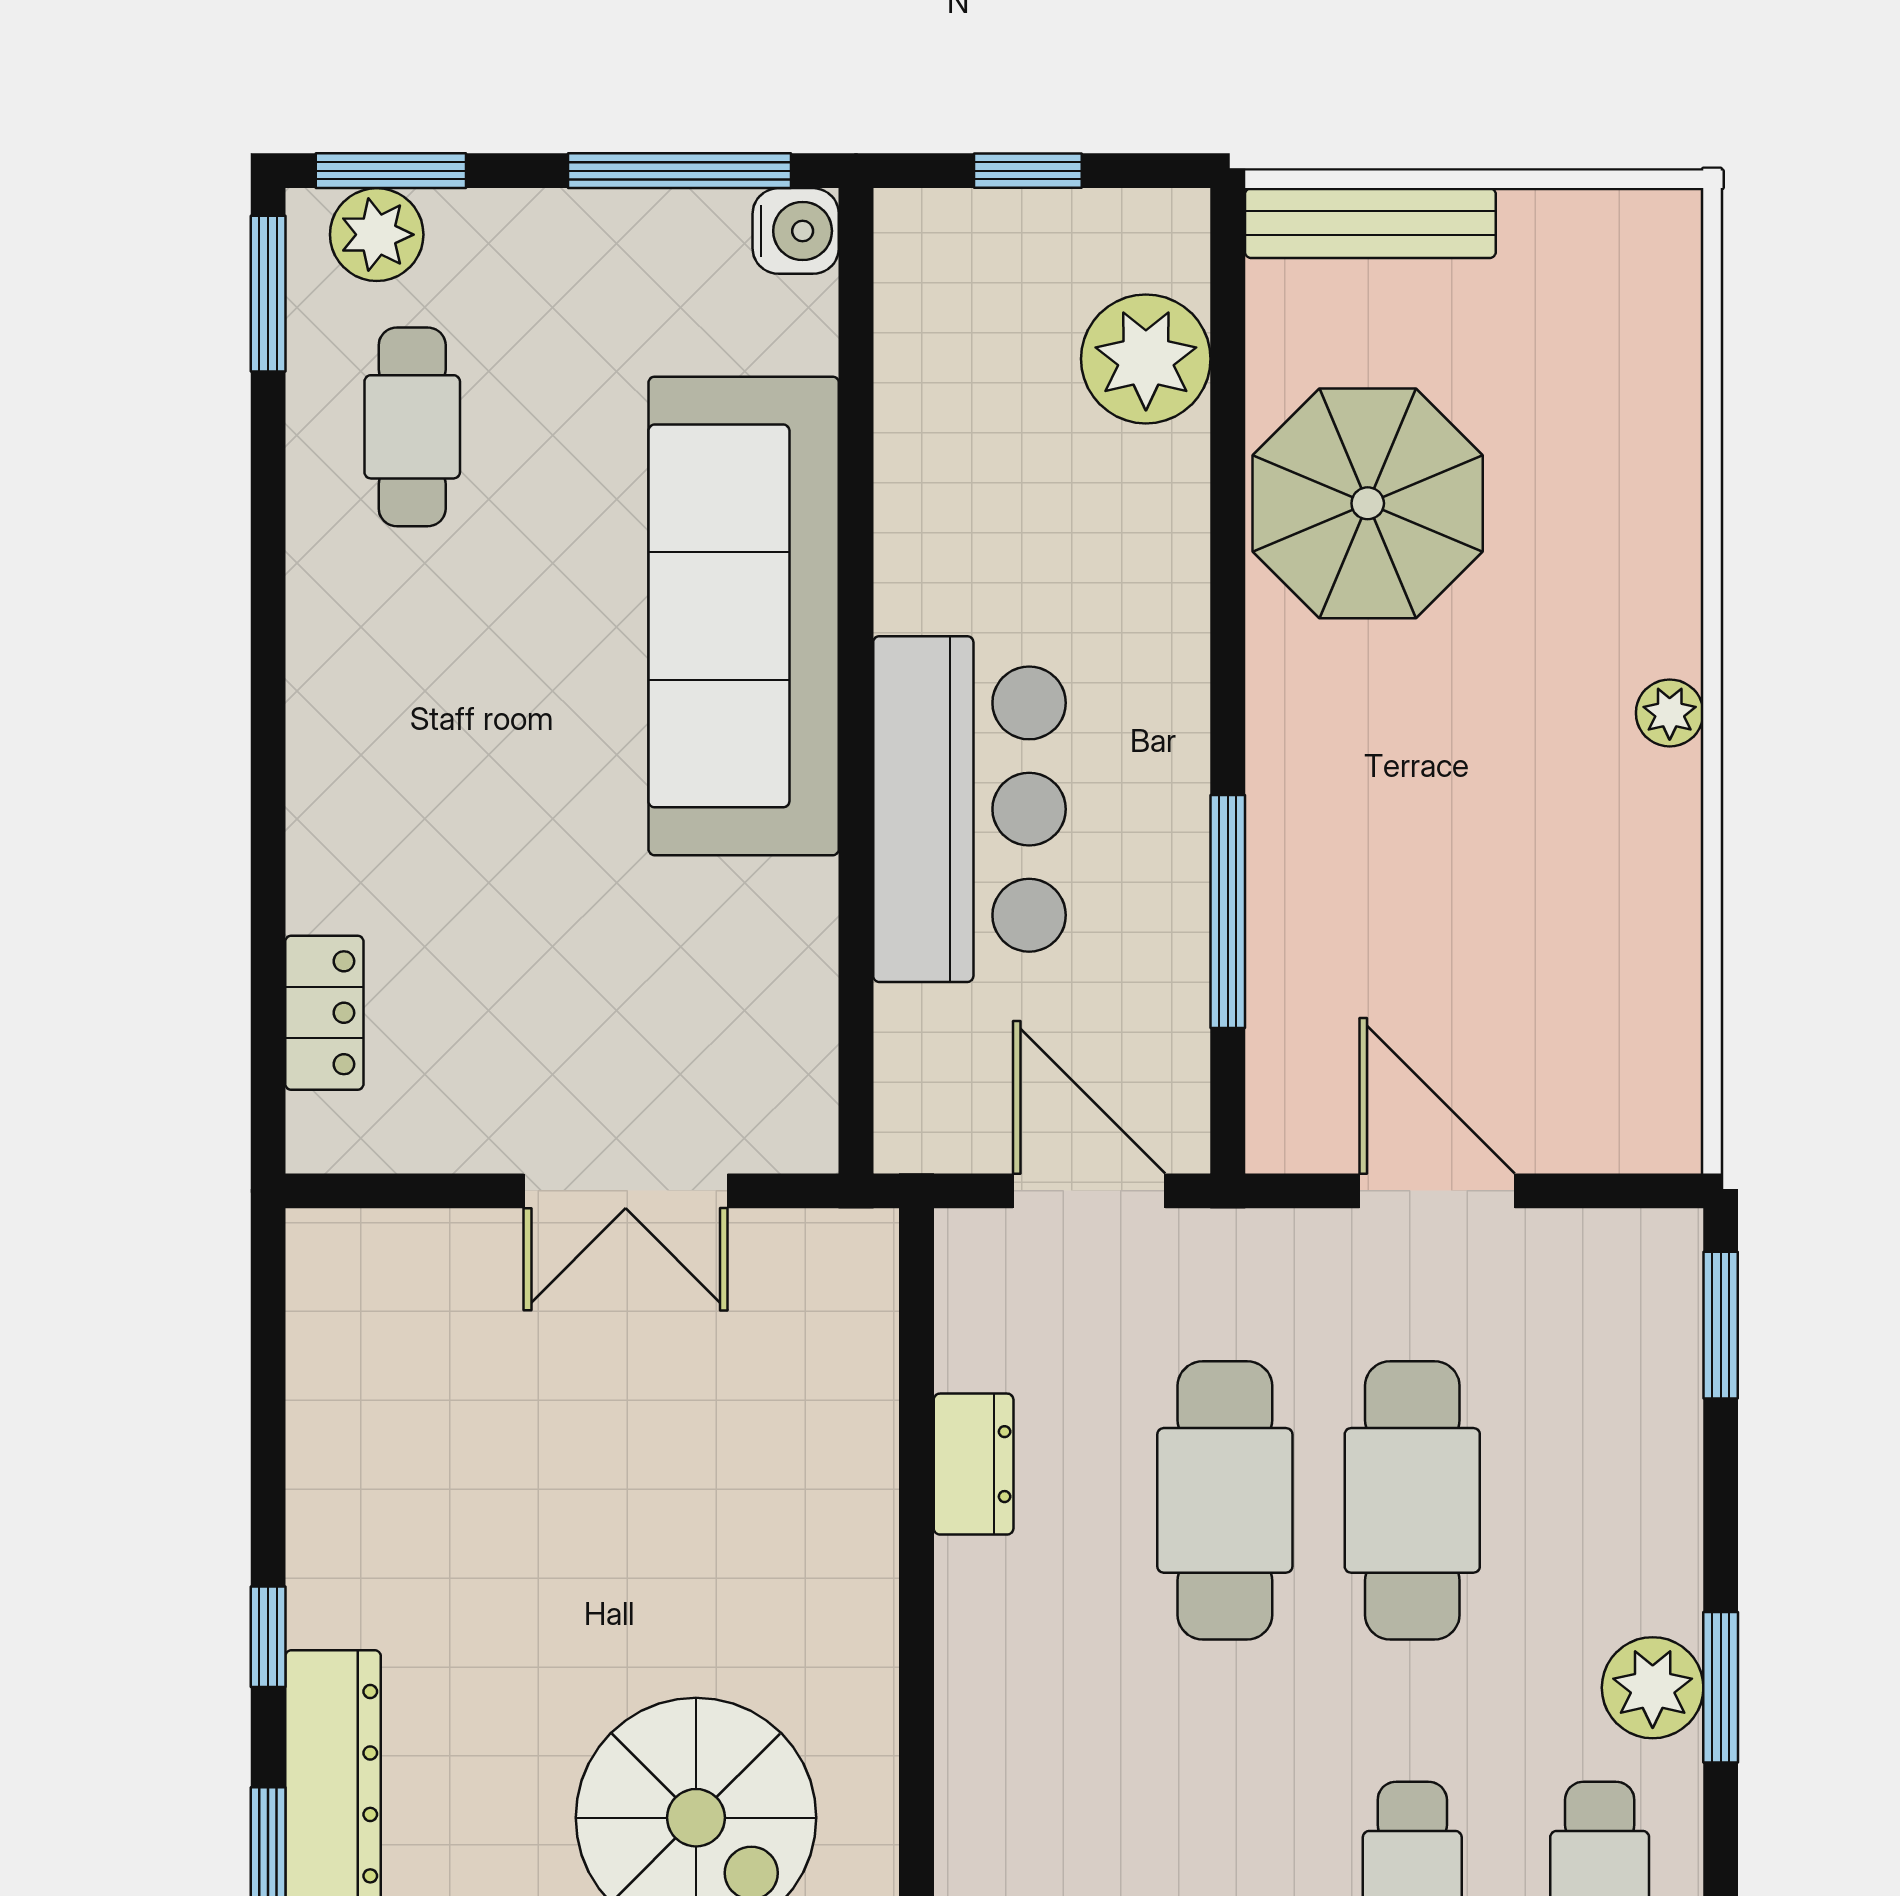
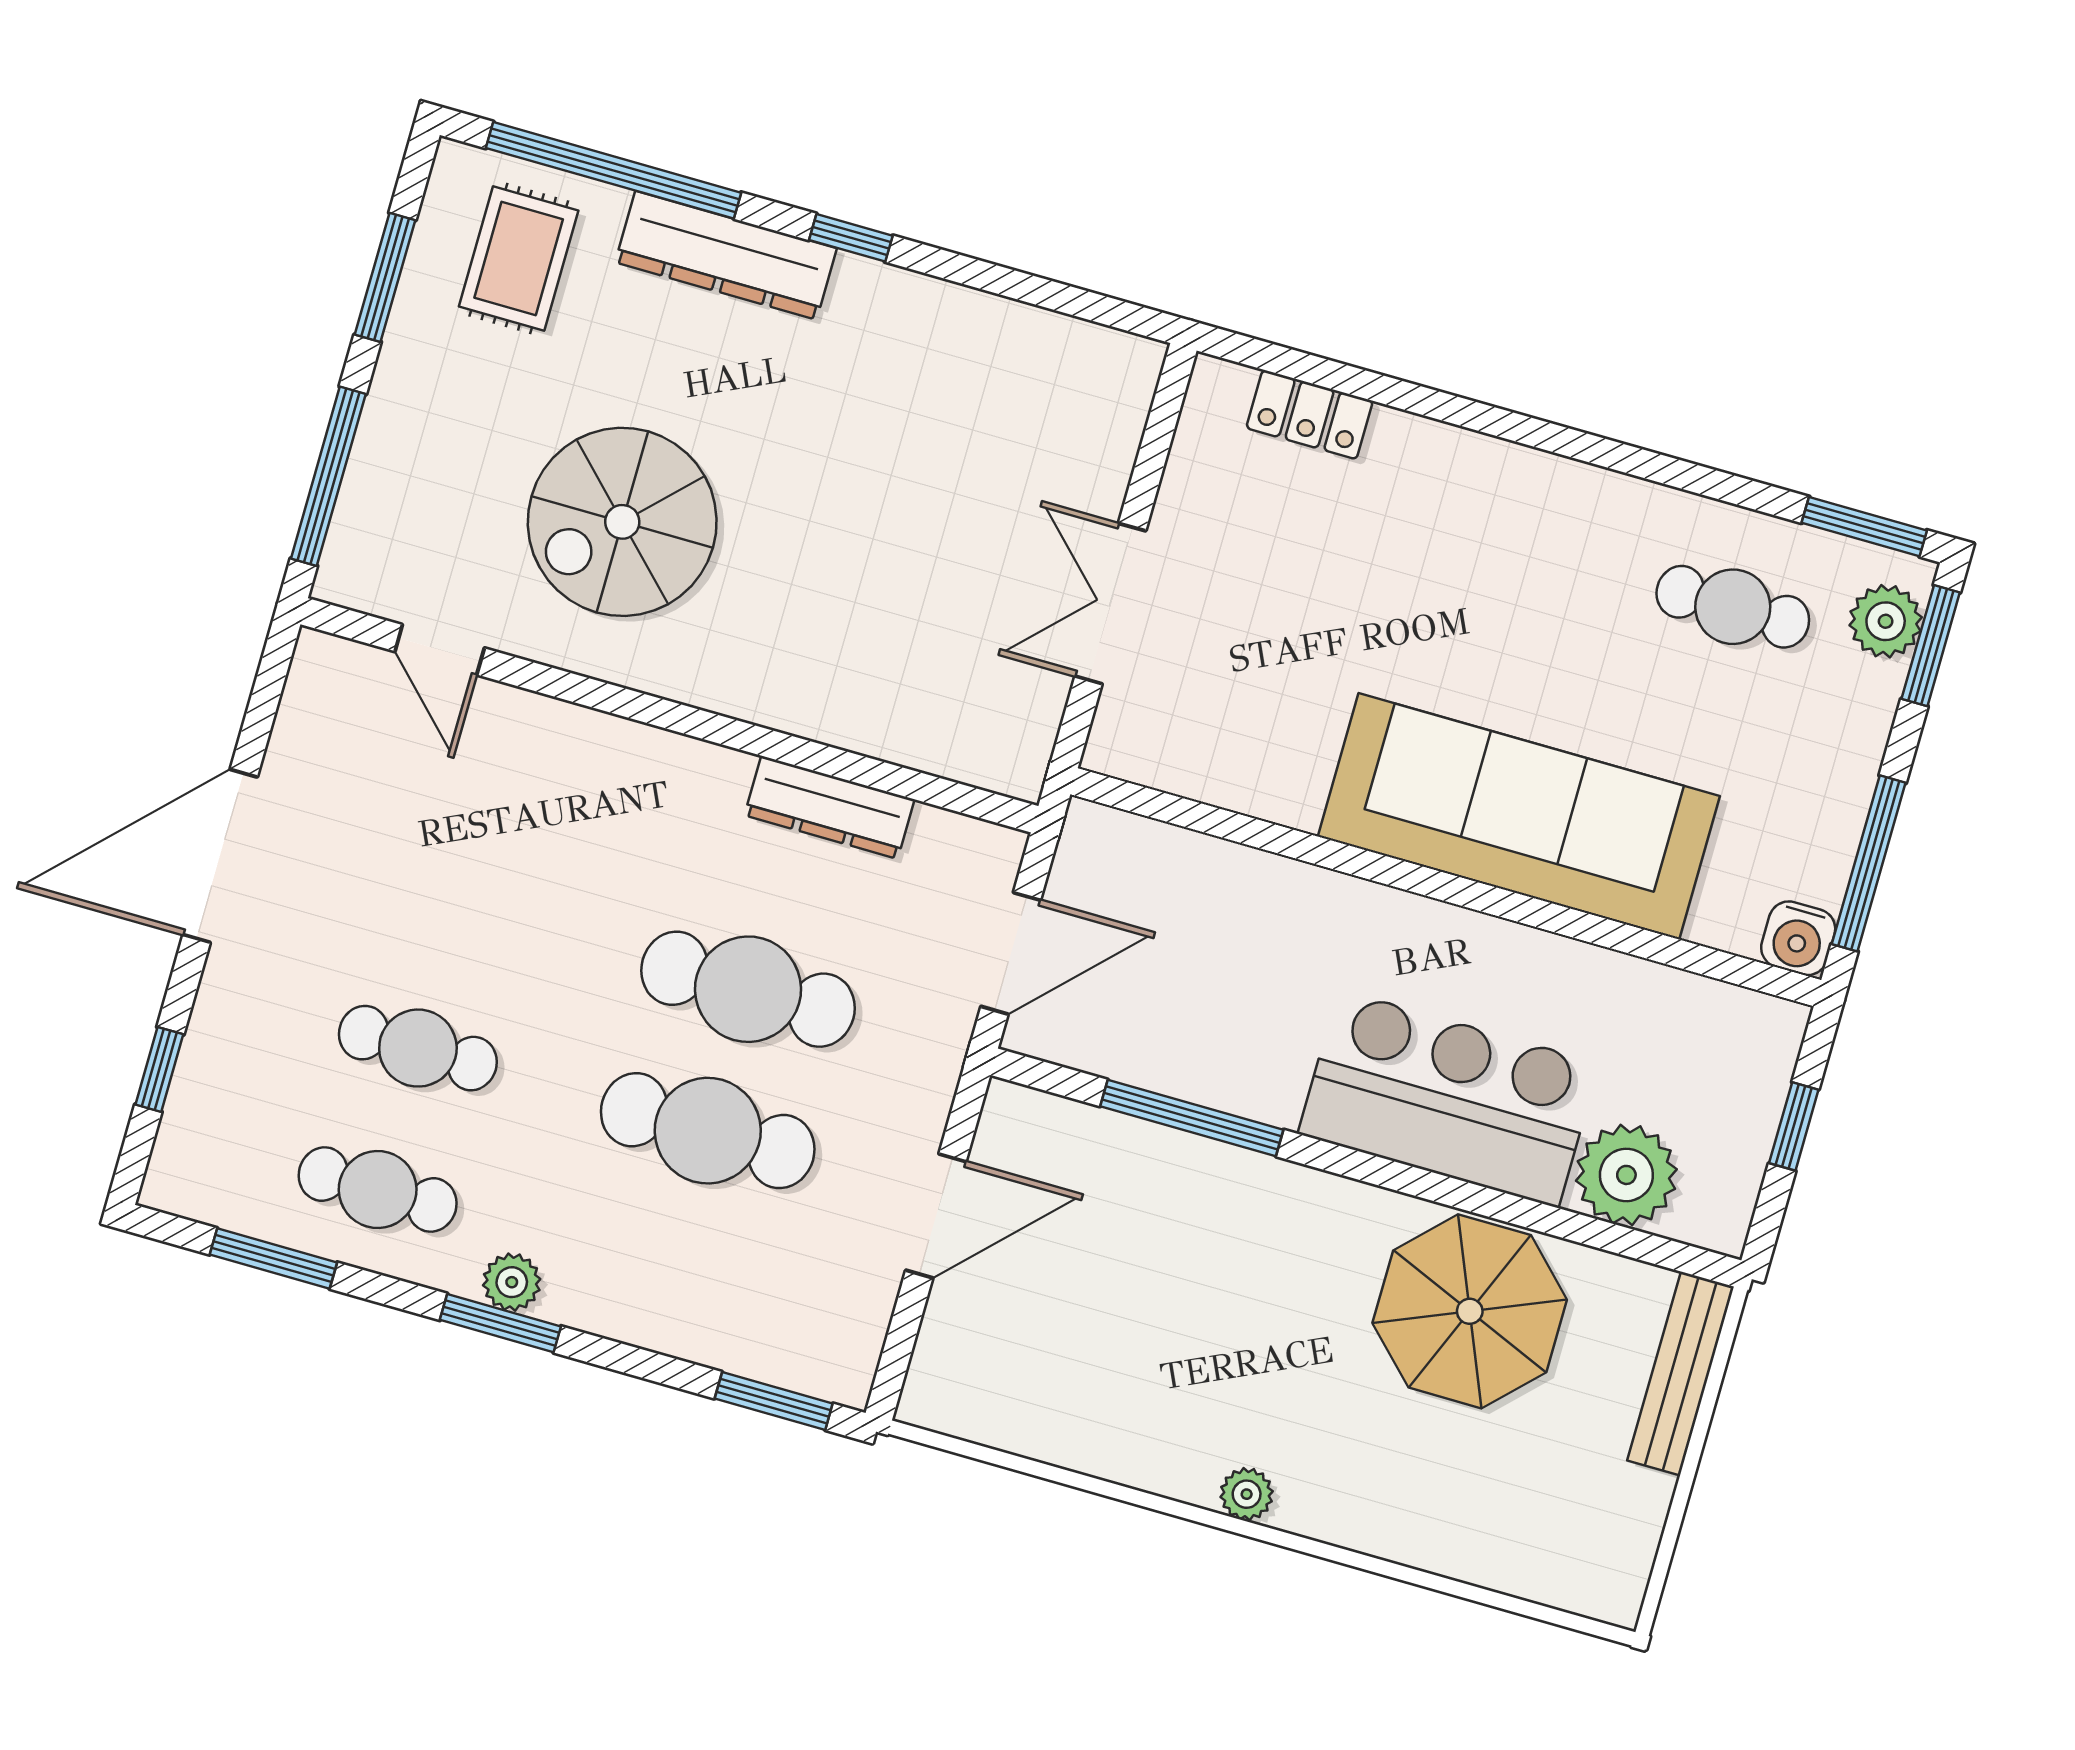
bar counter: (969, 809) -> (1449, 1099), moved, turned 180
dresser: (974, 1464) -> (829, 807), width x1.44
plant: (1653, 1688) -> (512, 1282), width x0.73, depth x0.73

